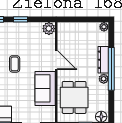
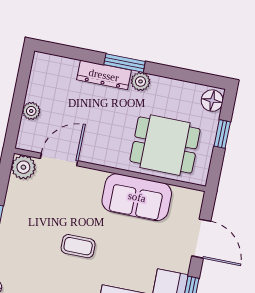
plant: (104, 27) -> (31, 111), moved
door: (56, 60) -> (59, 160), moved
window: (111, 69) -> (125, 63), width x0.47

